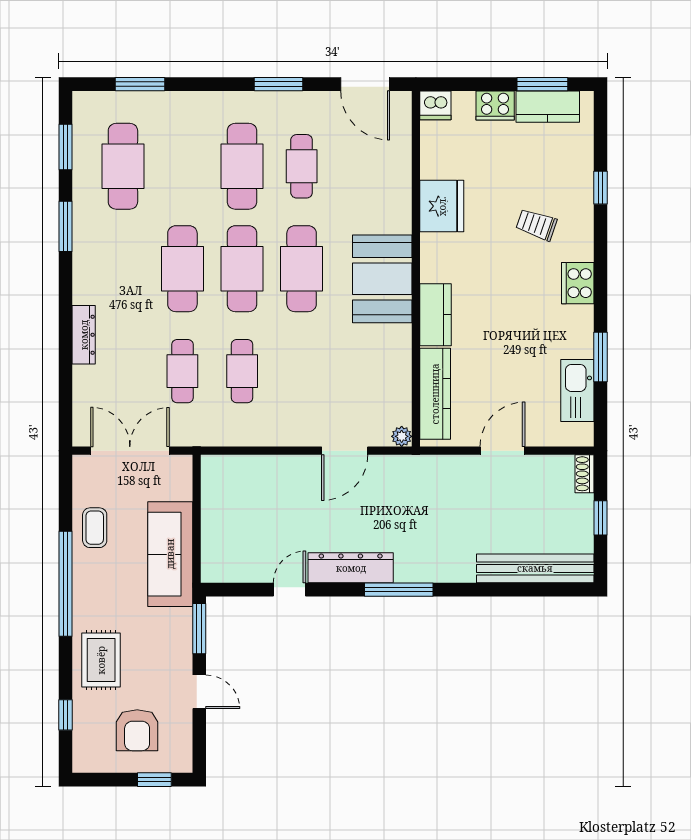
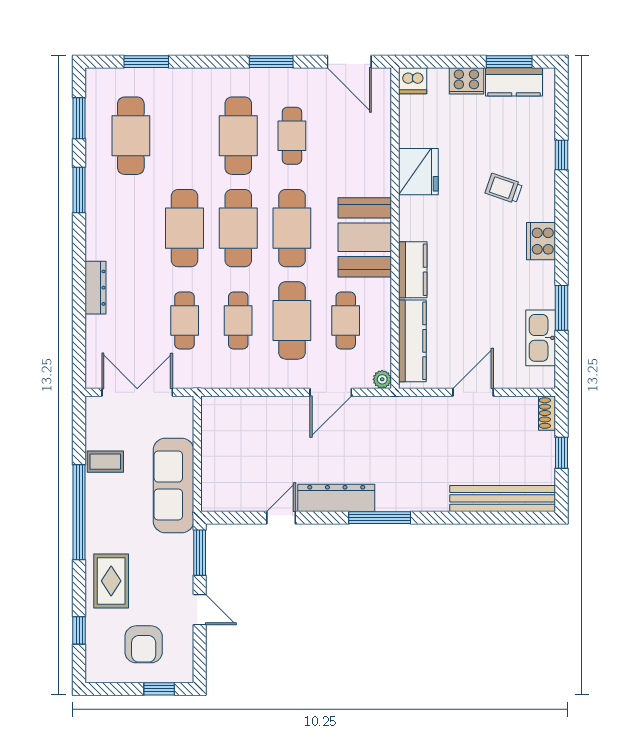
cafe table: (302, 371) -> (292, 320), added
cafe table: (361, 371) -> (346, 320), added
coffee table: (95, 528) -> (105, 462), turned 90

